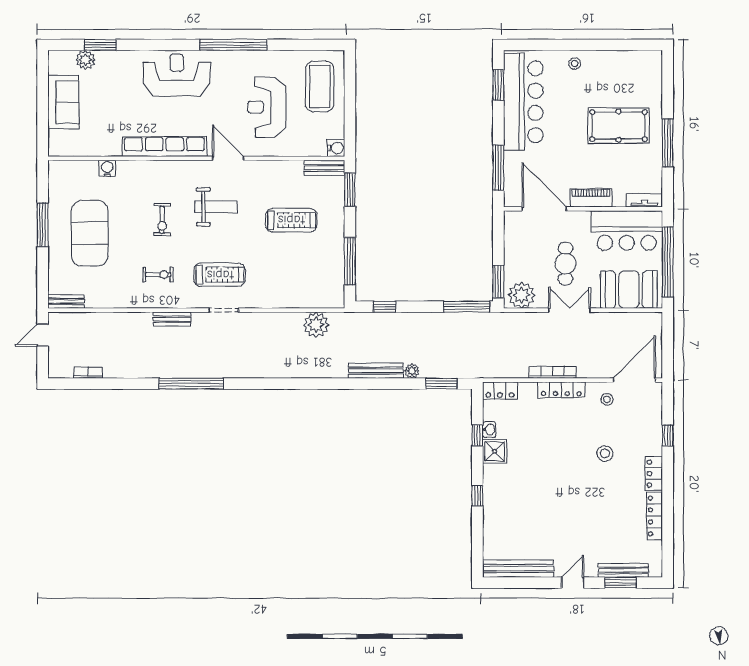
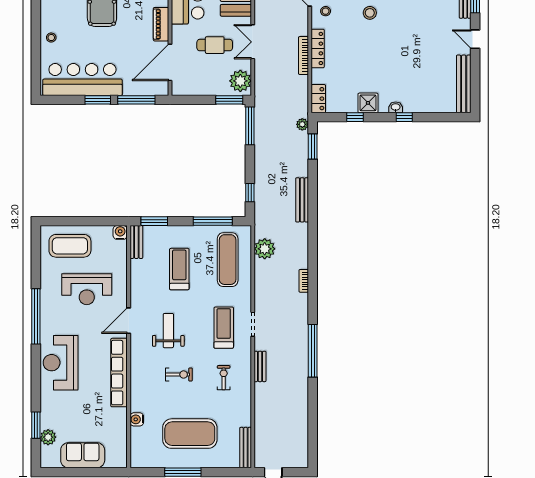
window: (498, 85) -> (98, 100), moved
exercise mat: (303, 279) -> (228, 260), added
bench: (66, 301) -> (246, 448), width x1.36
plant: (412, 371) -> (302, 124), moved
bookcase: (88, 373) -> (304, 281), moved
washbasin: (489, 430) -> (396, 107), moved

